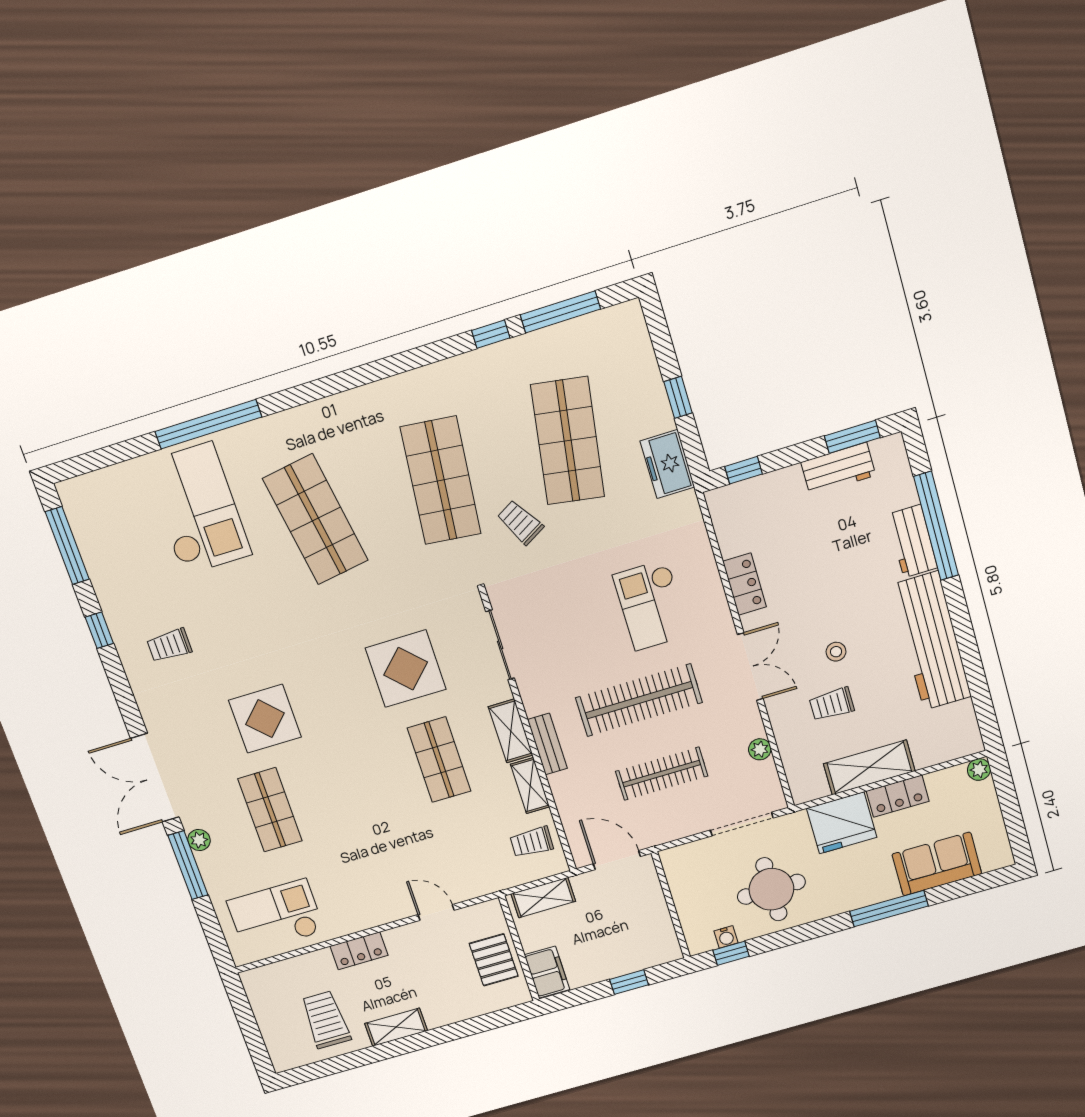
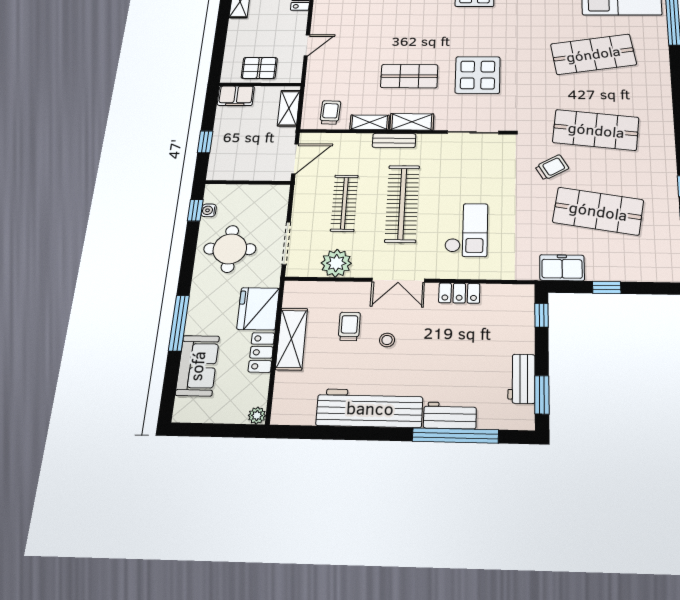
checkout: (651, 605) -> (466, 230), turned 90
plant: (760, 749) -> (336, 263), width x1.88, depth x1.88

